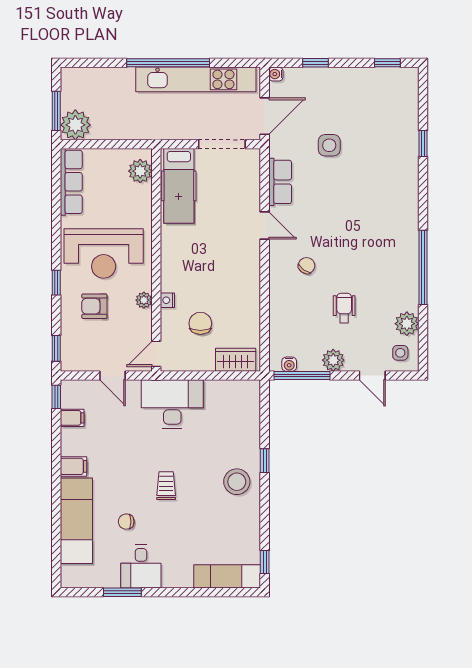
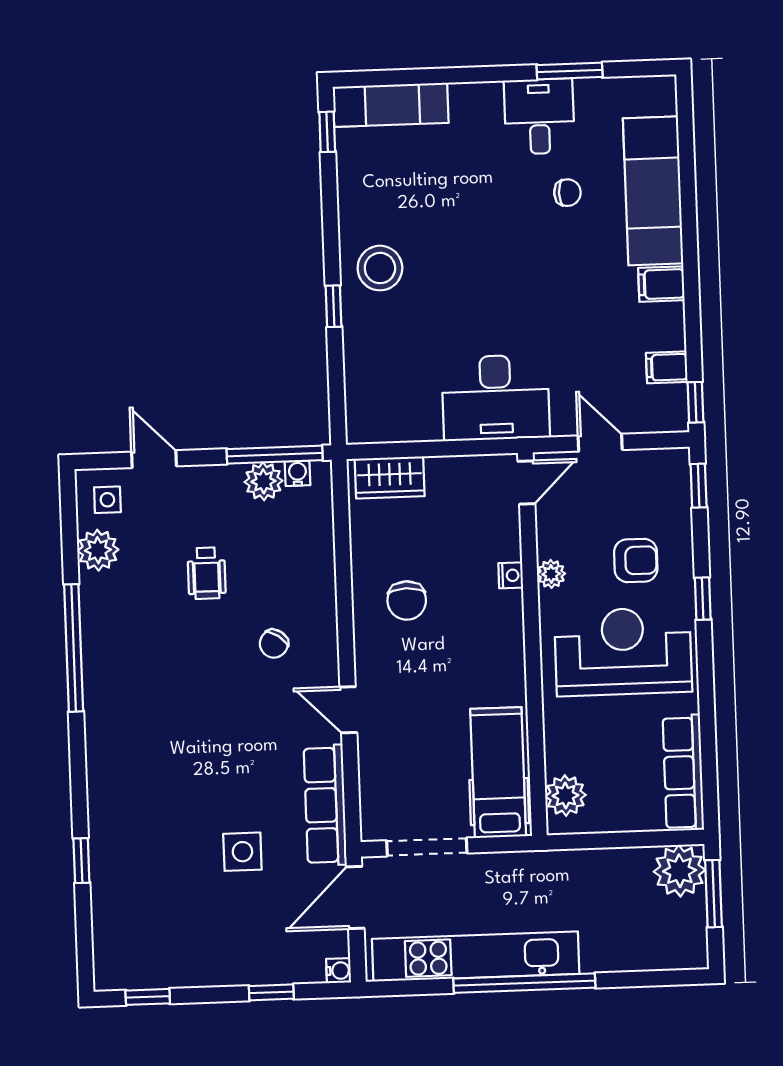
row of seats: (280, 182) -> (325, 805), width x1.48
chair: (200, 323) -> (407, 600), moved
plant: (333, 360) -> (263, 481), moved
trolley: (166, 486) -> (501, 257), removed

